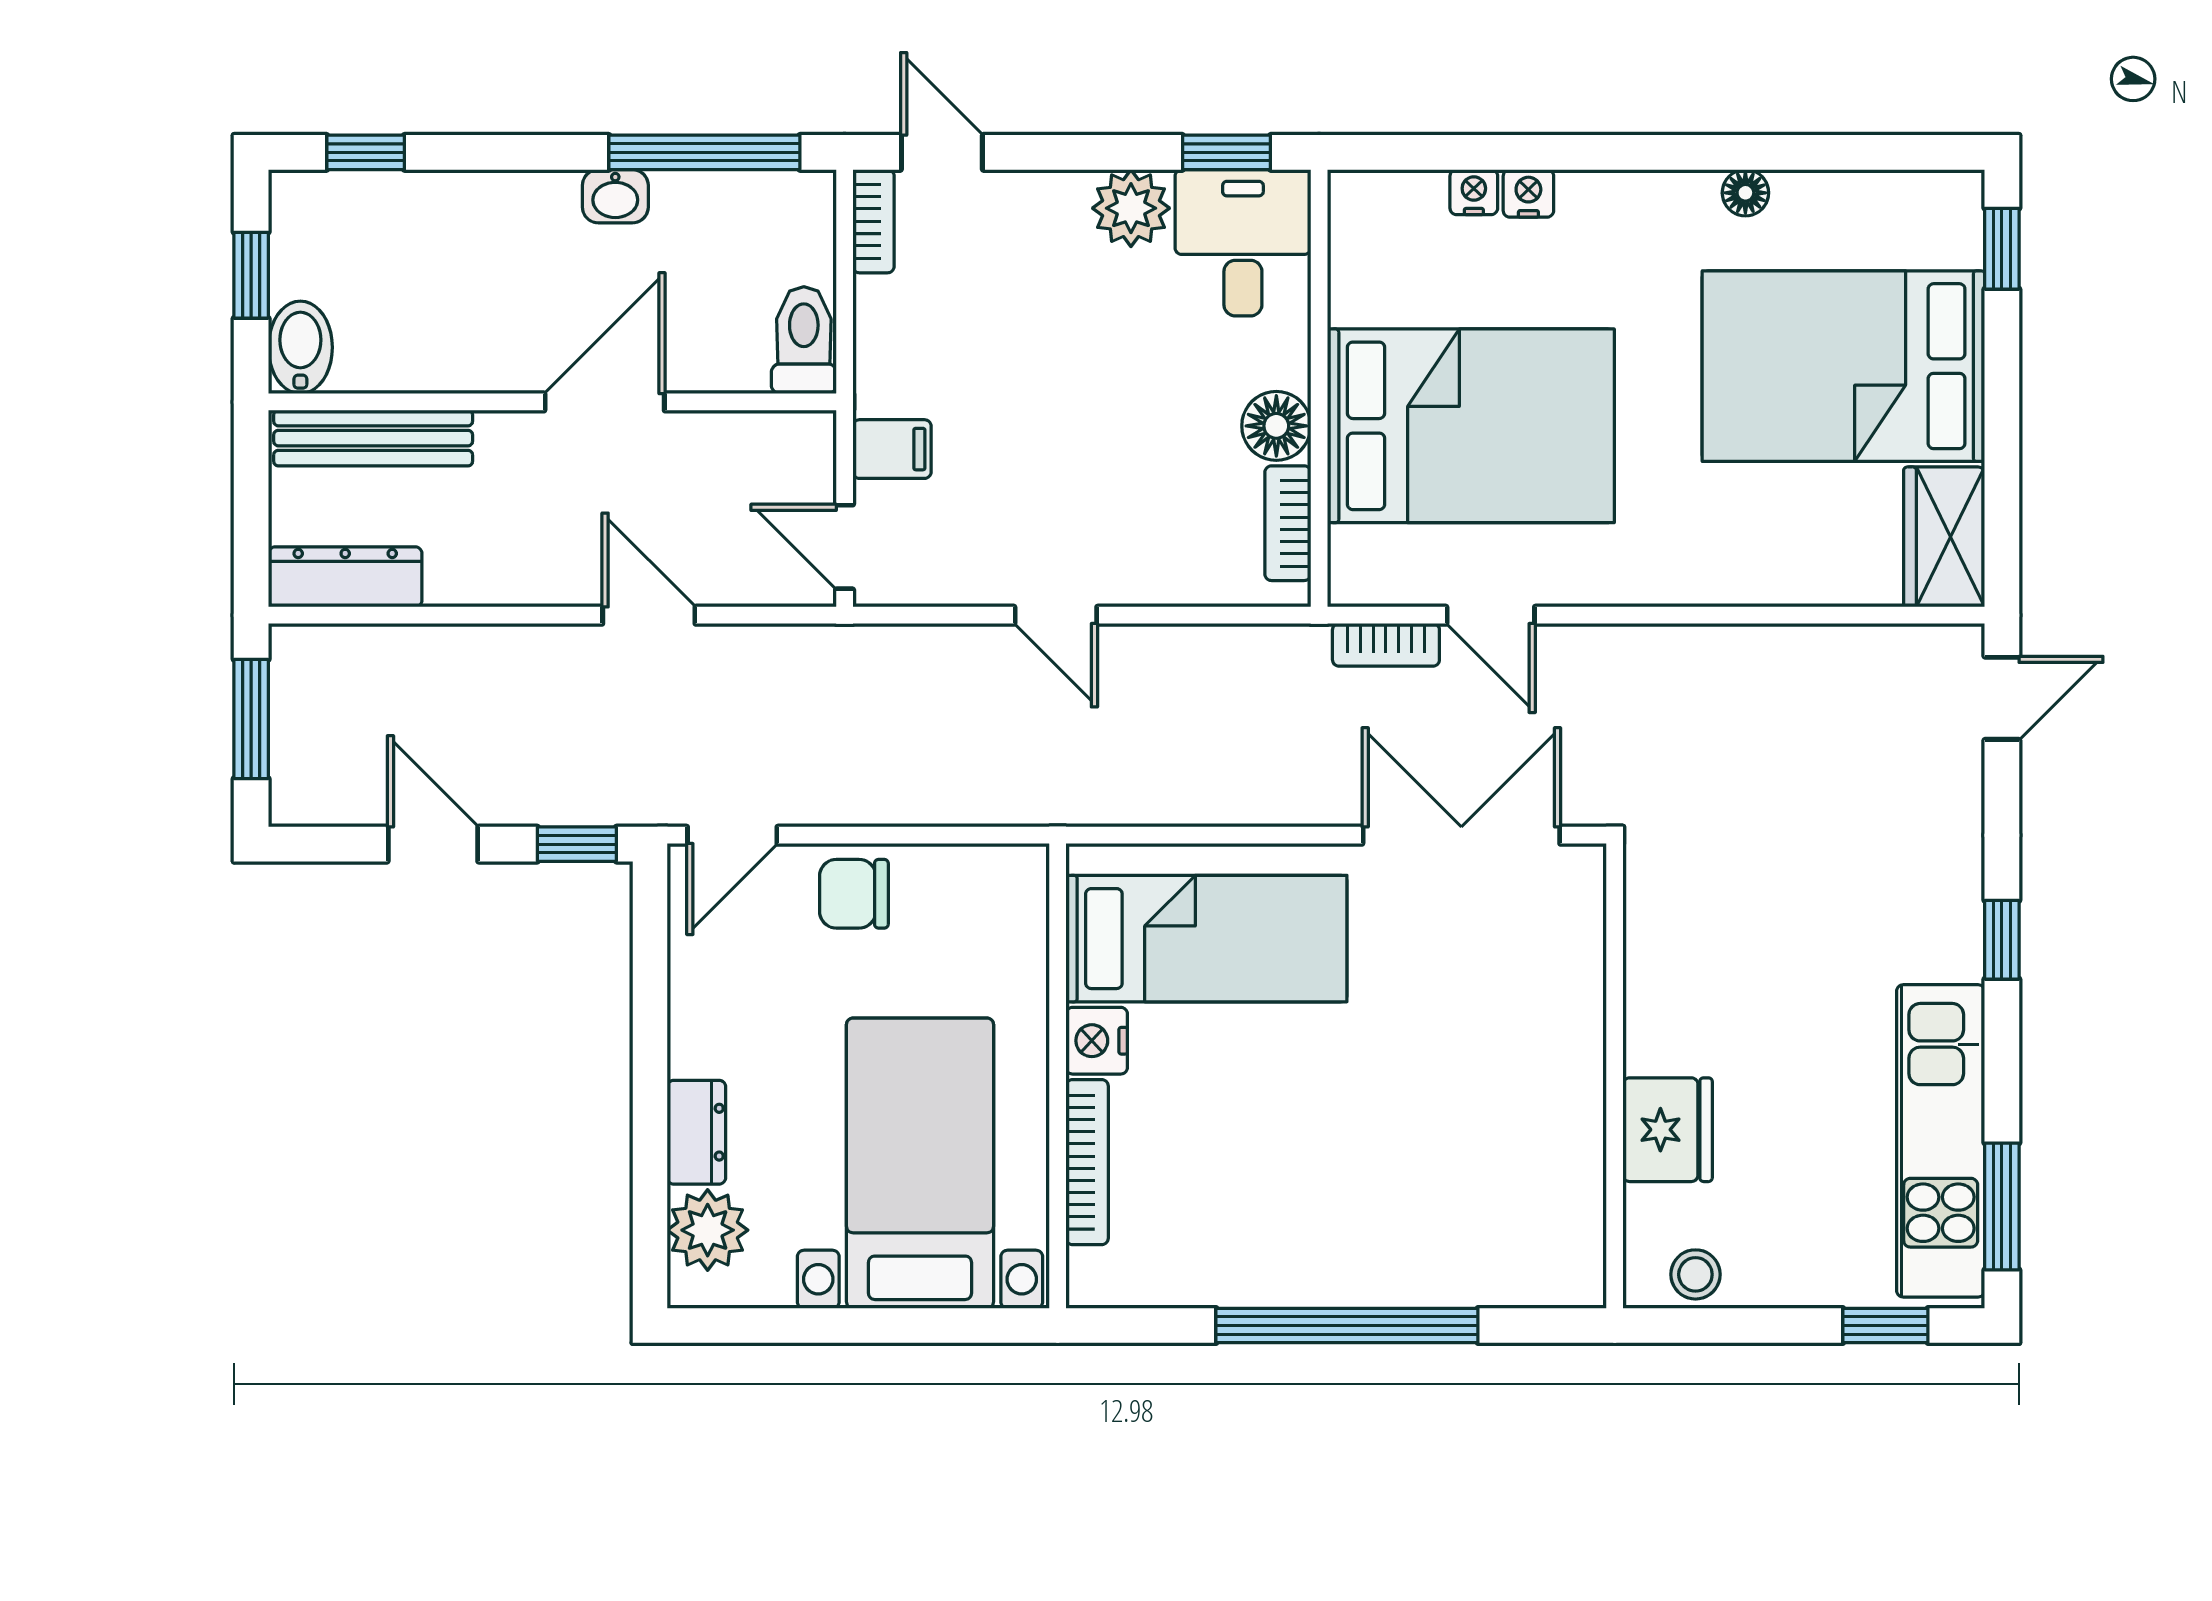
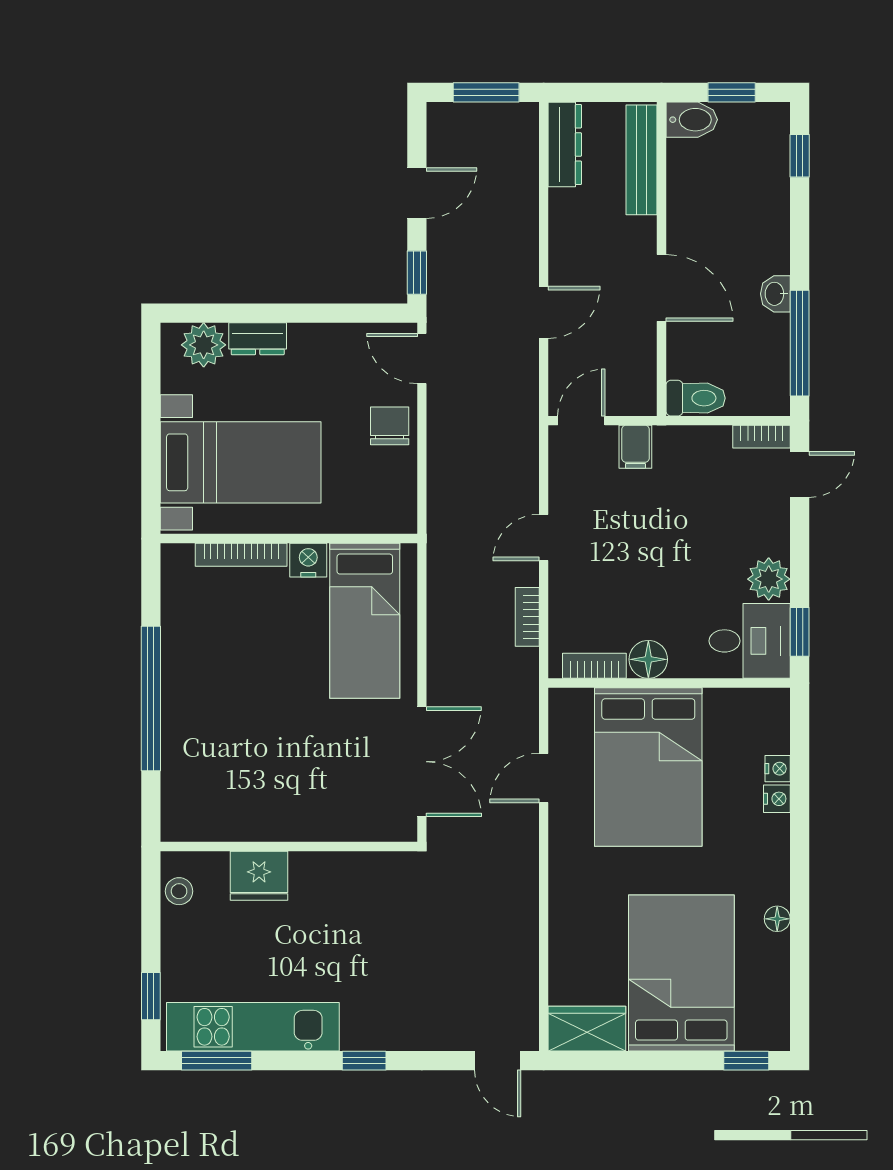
bookcase: (1386, 645) -> (527, 617), moved

